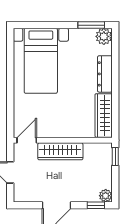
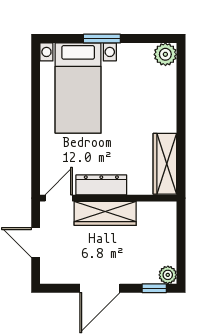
window: (91, 25) -> (102, 39), moved
dresser: (105, 74) -> (101, 185), moved, turned 90
window: (115, 156) -> (181, 220), removed

